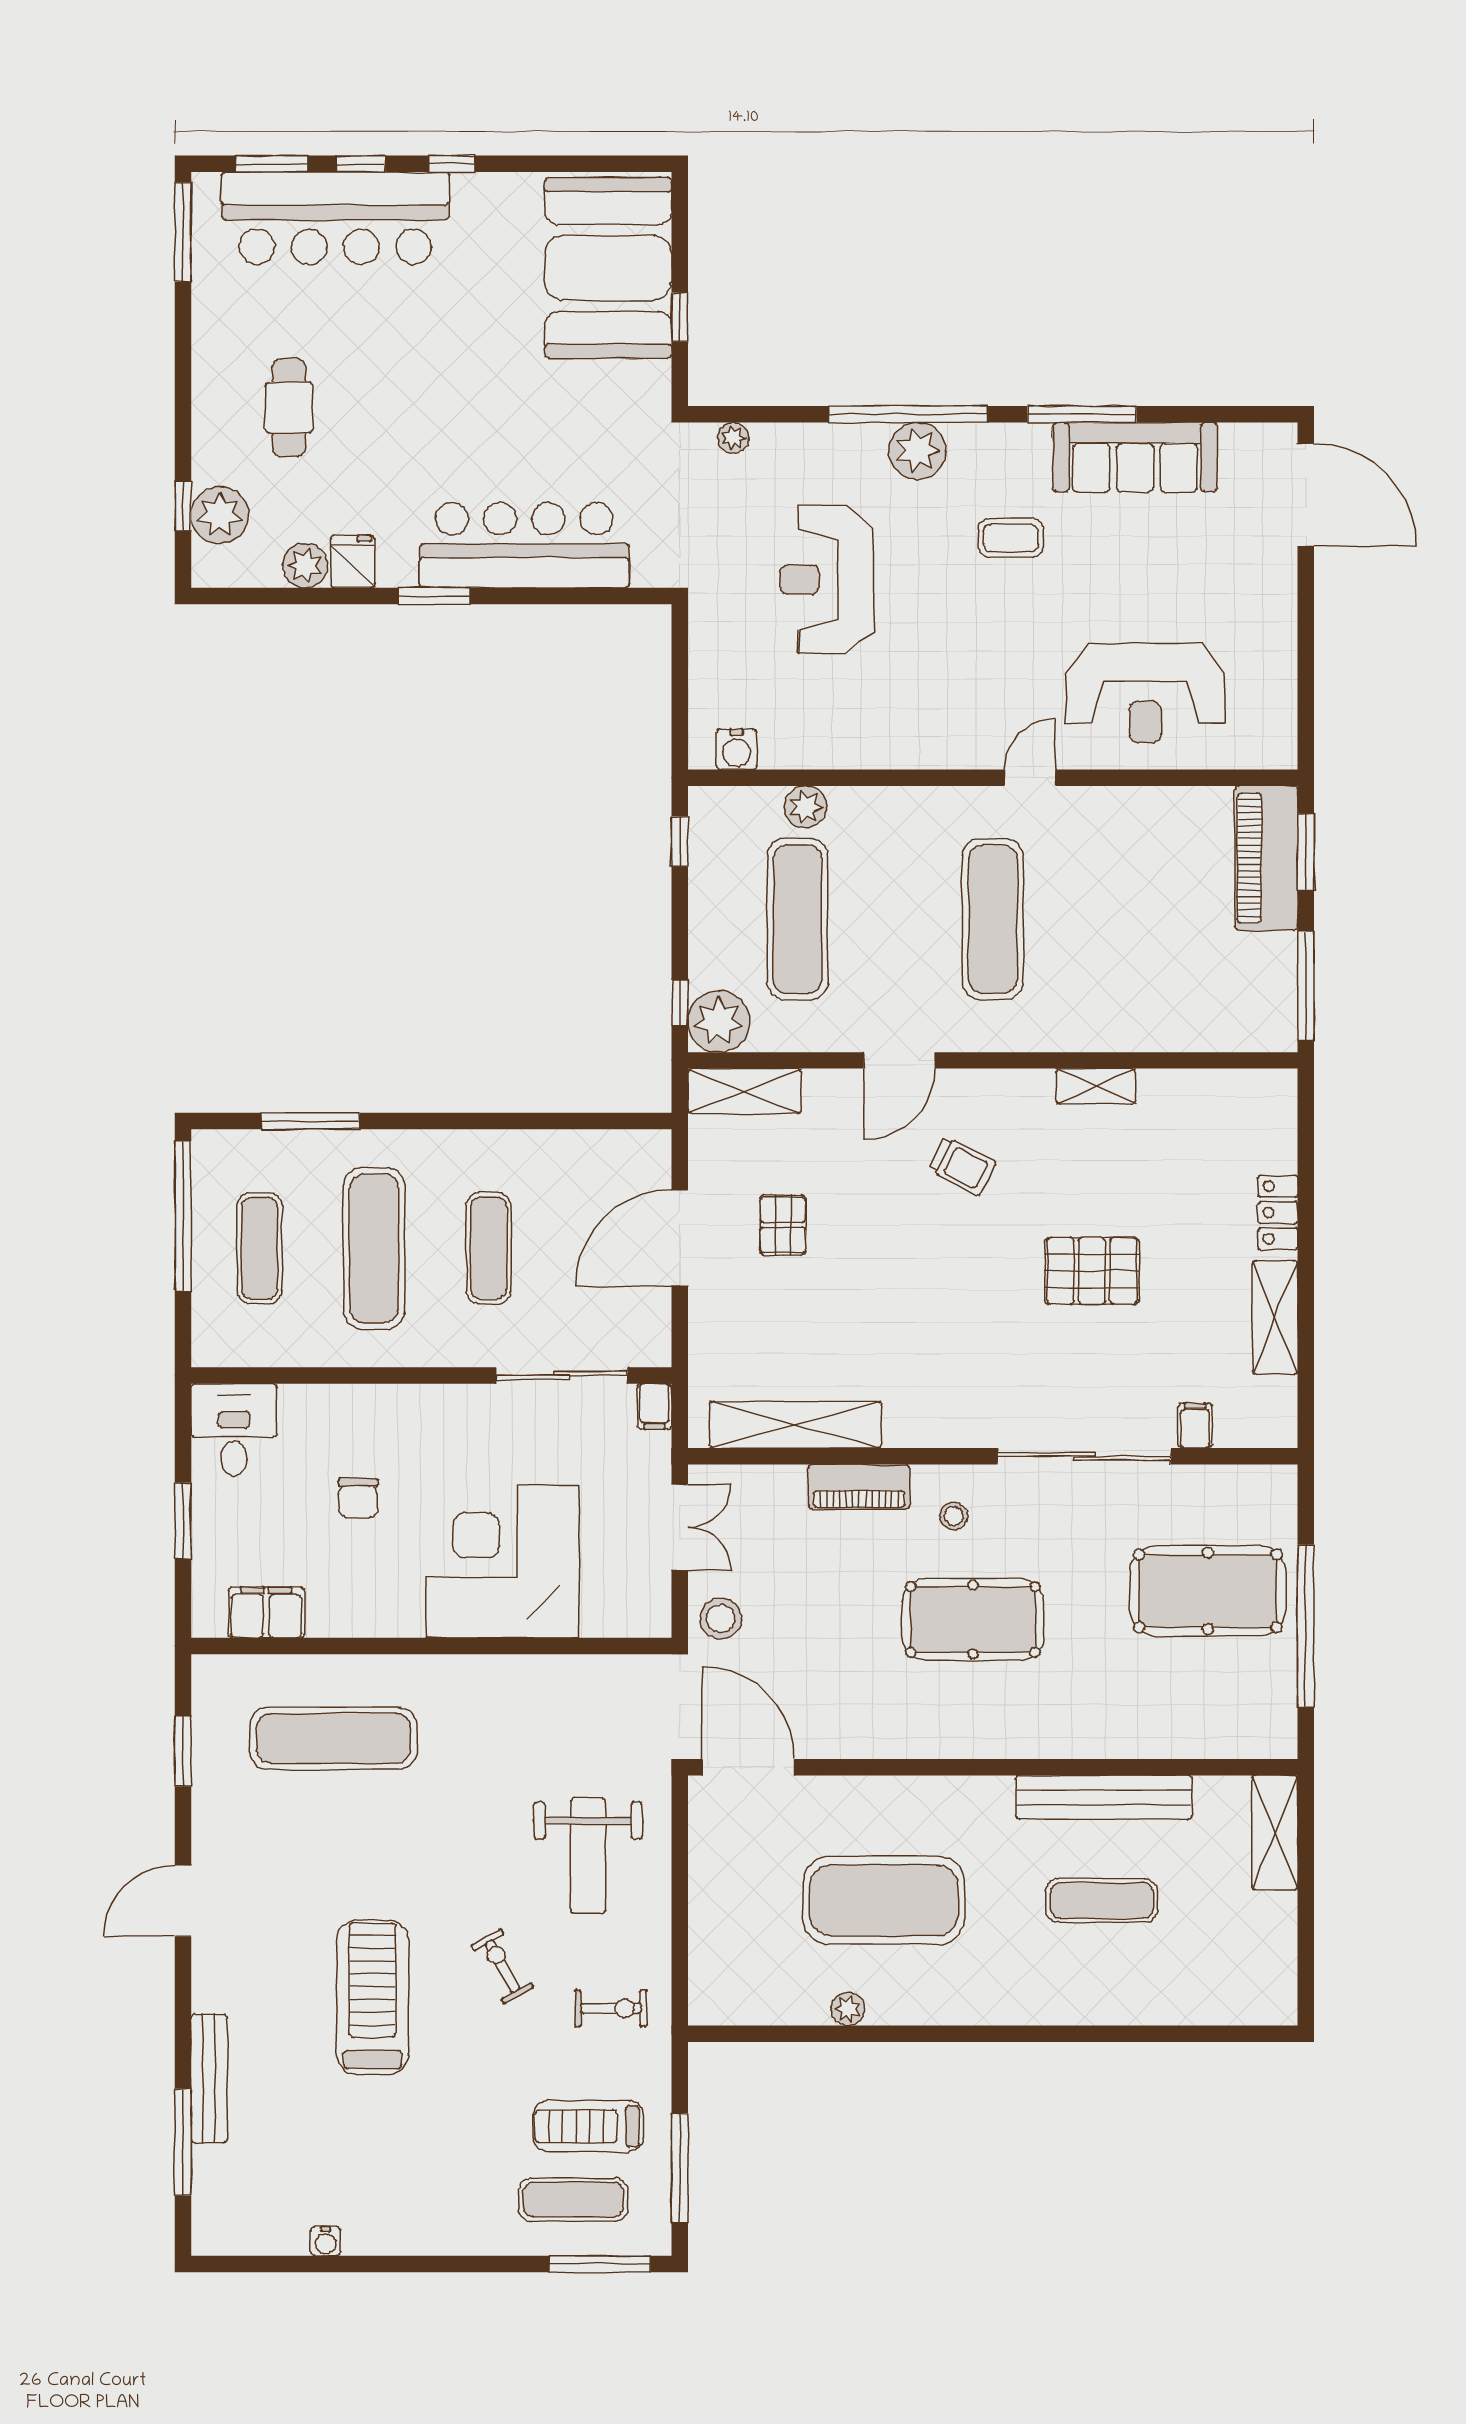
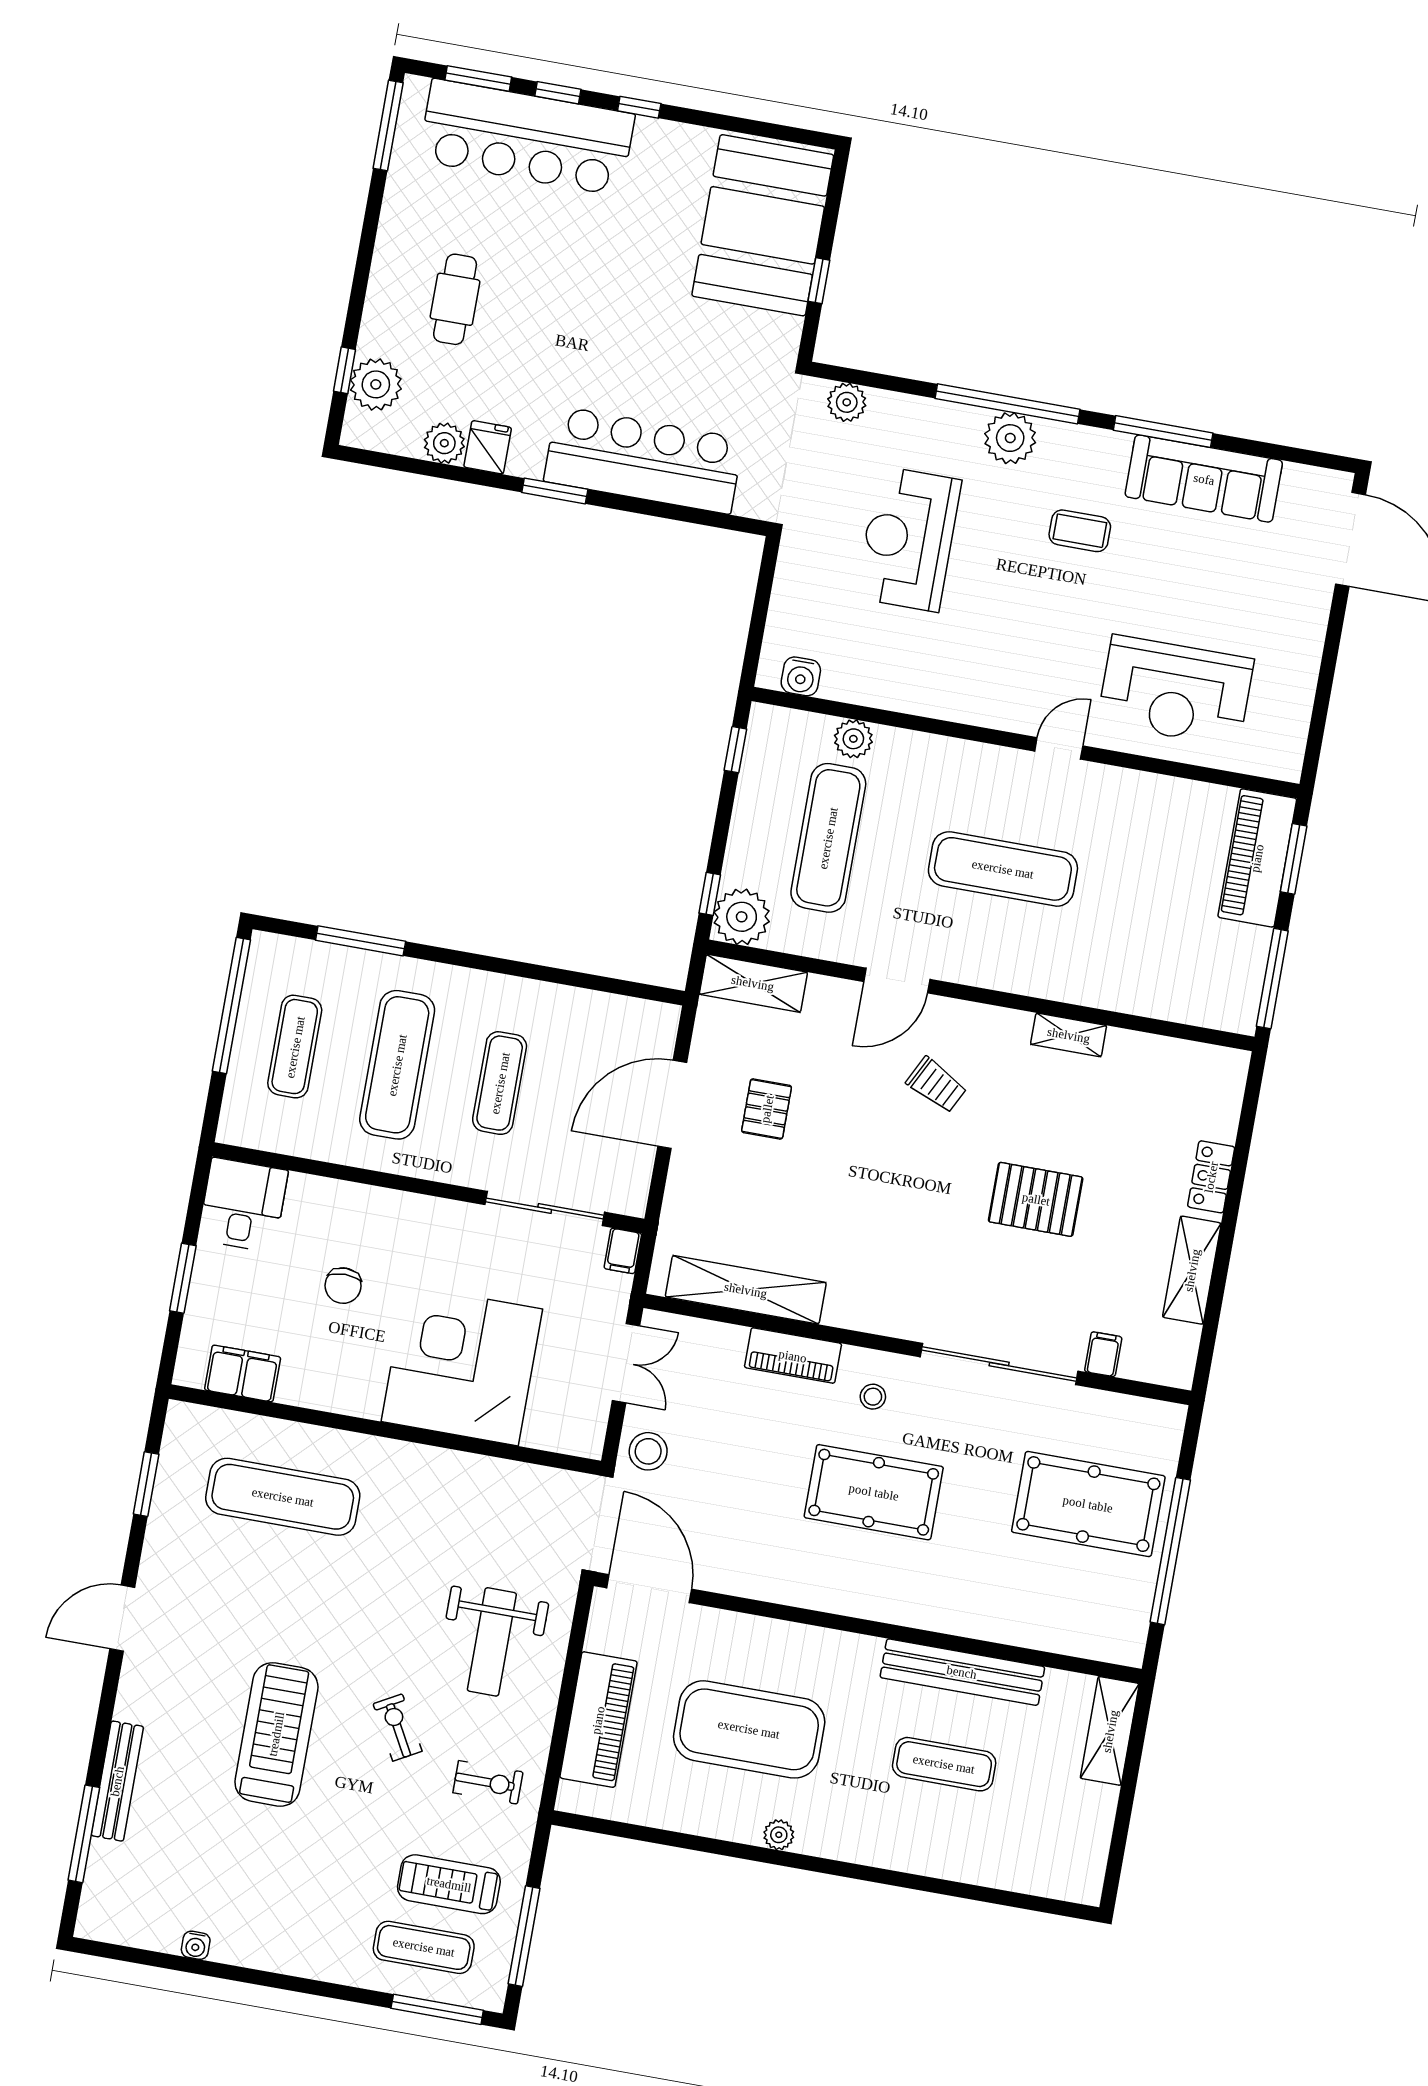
plant: (733, 438) -> (847, 402), width x1.38, depth x1.38
exercise mat: (993, 919) -> (1003, 869), turned 90
piano: (719, 1919) -> (598, 1720), added
plant: (848, 2009) -> (779, 1835), moved

